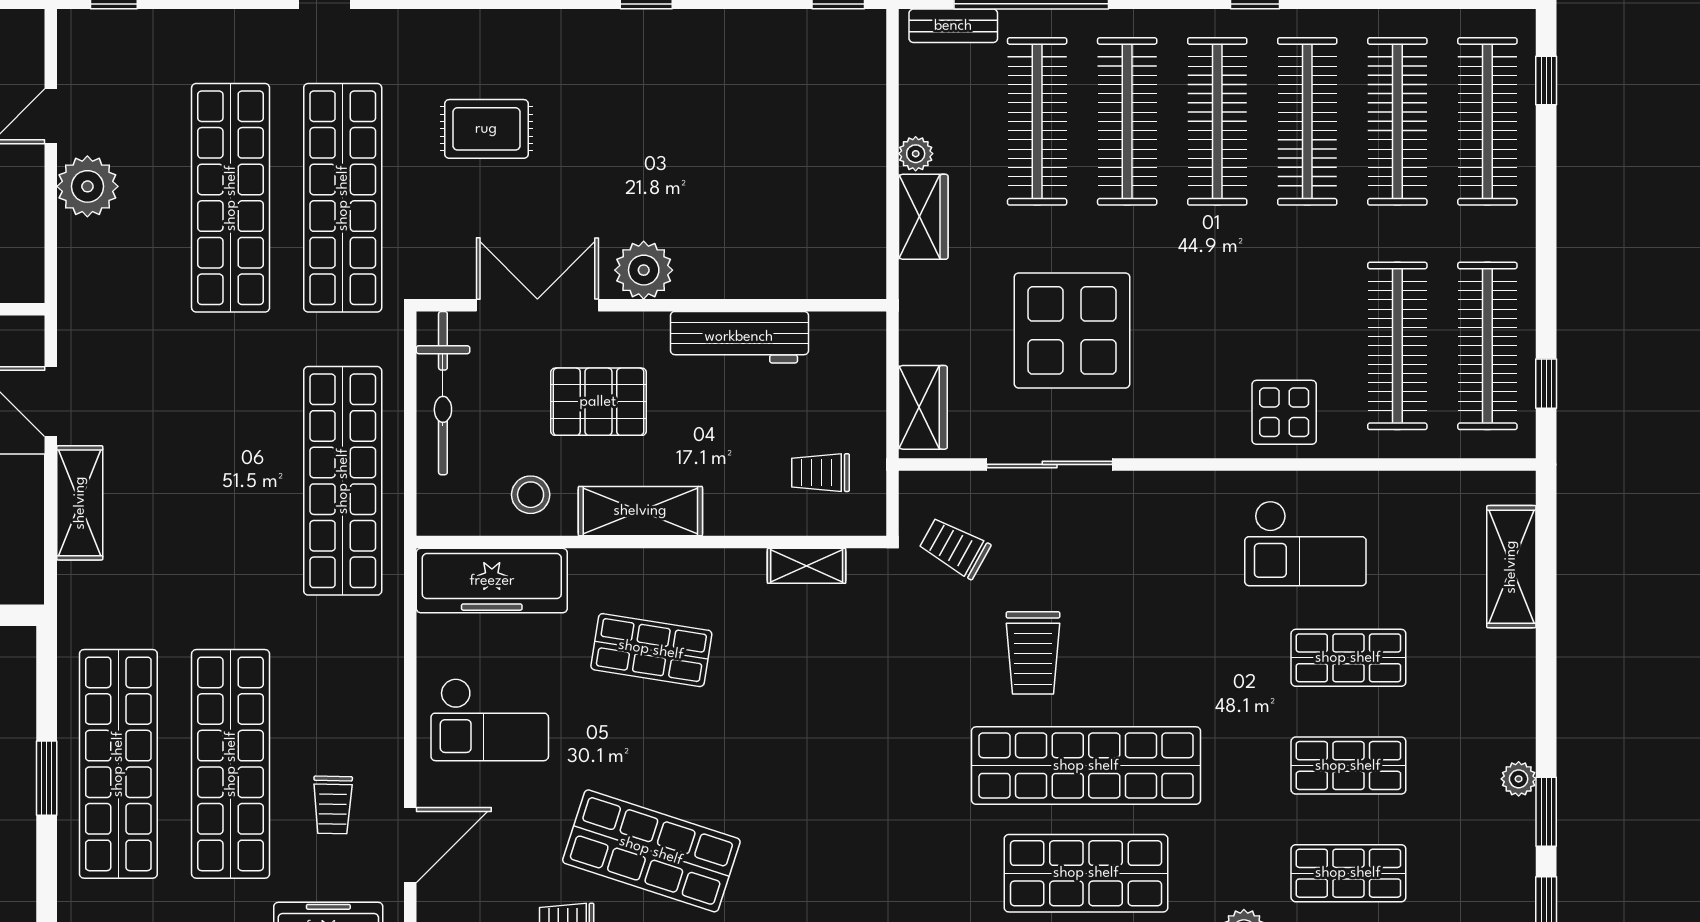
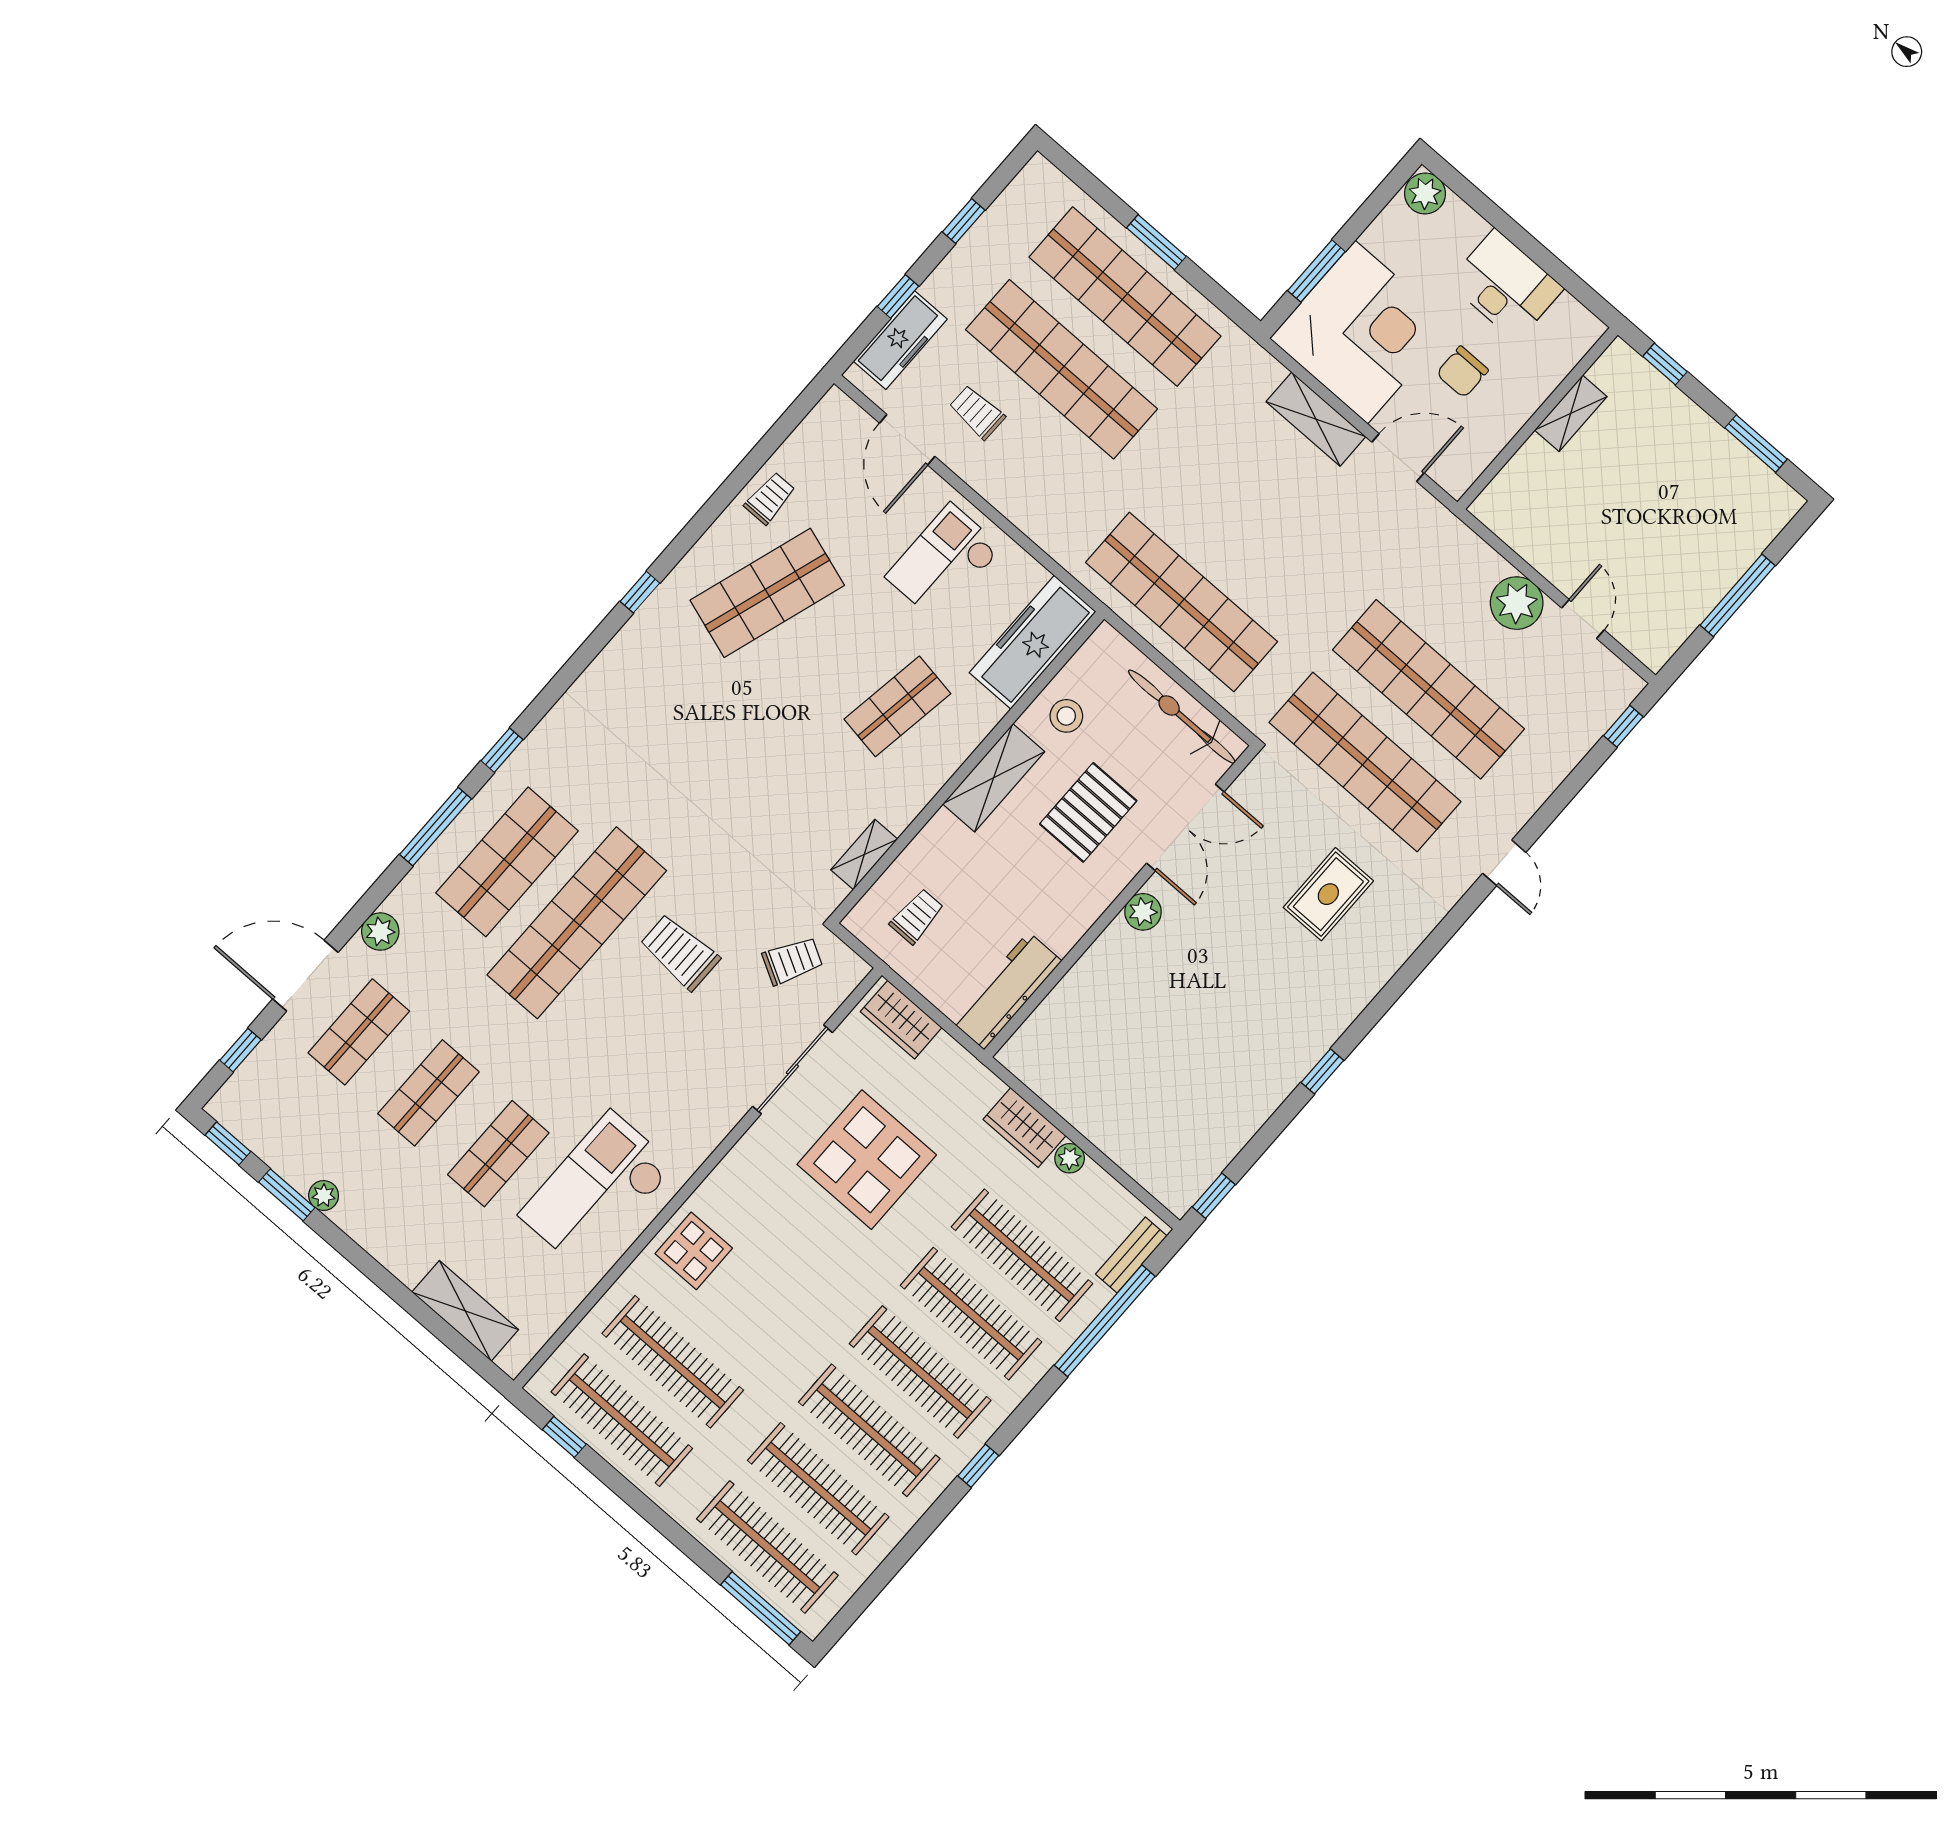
window: (1546, 81) -> (761, 1608), width x2.17
plant: (644, 270) -> (1143, 912), width x0.73, depth x0.73
workbench: (739, 337) -> (1006, 991), moved
checkout: (1305, 543) -> (597, 1191), width x1.36, depth x1.21

